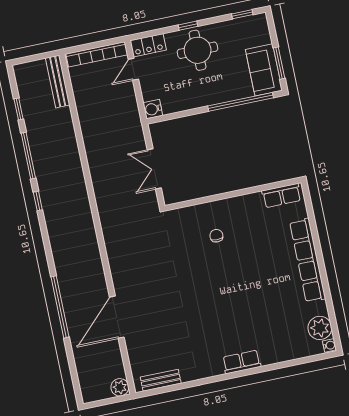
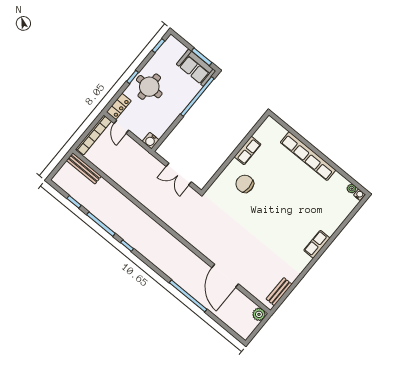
row of seats: (281, 196) -> (248, 151), moved
chair: (216, 236) -> (245, 184), width x1.87, depth x1.87
plant: (320, 328) -> (352, 189), width x0.53, depth x0.53

